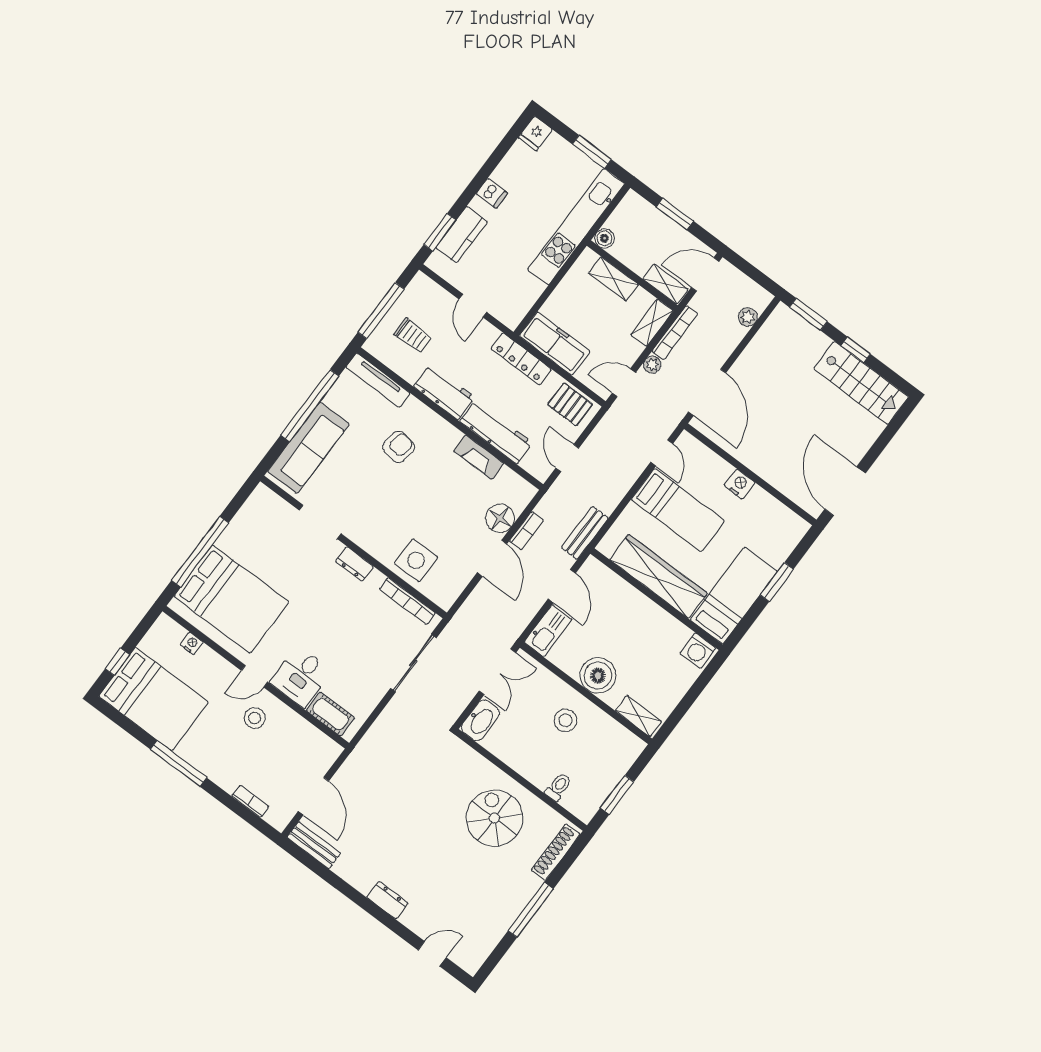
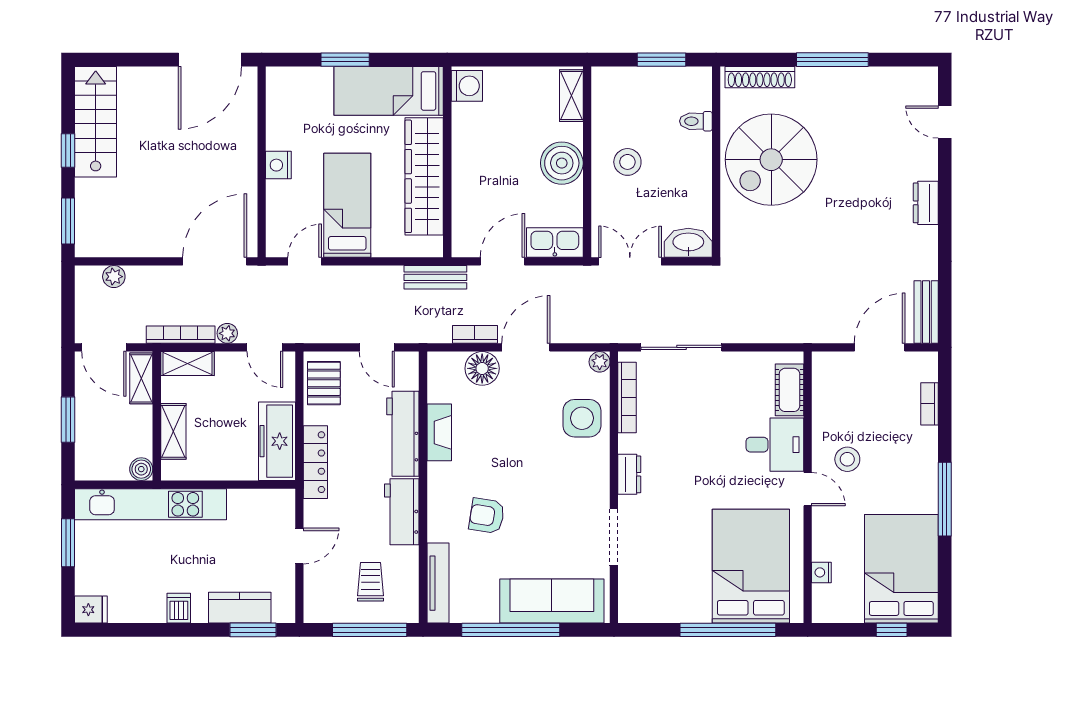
door: (567, 458) -> (377, 347), hinge flipped
plant: (445, 601) -> (600, 362), added
spiral stairs: (494, 818) -> (771, 160), width x1.37, depth x1.37

